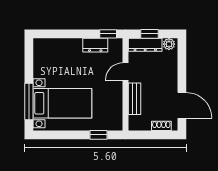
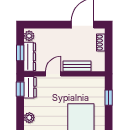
plant: (76, 44) -> (29, 118), added
dresser: (95, 45) -> (30, 87), moved
door: (126, 72) -> (53, 74), swing flipped

